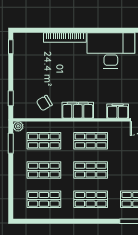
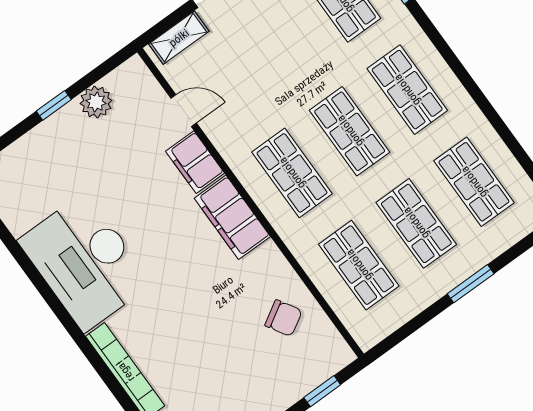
filing cabinet: (78, 110) -> (232, 217), moved
plant: (18, 126) -> (367, 336), removed
window: (11, 143) -> (471, 284), moved

